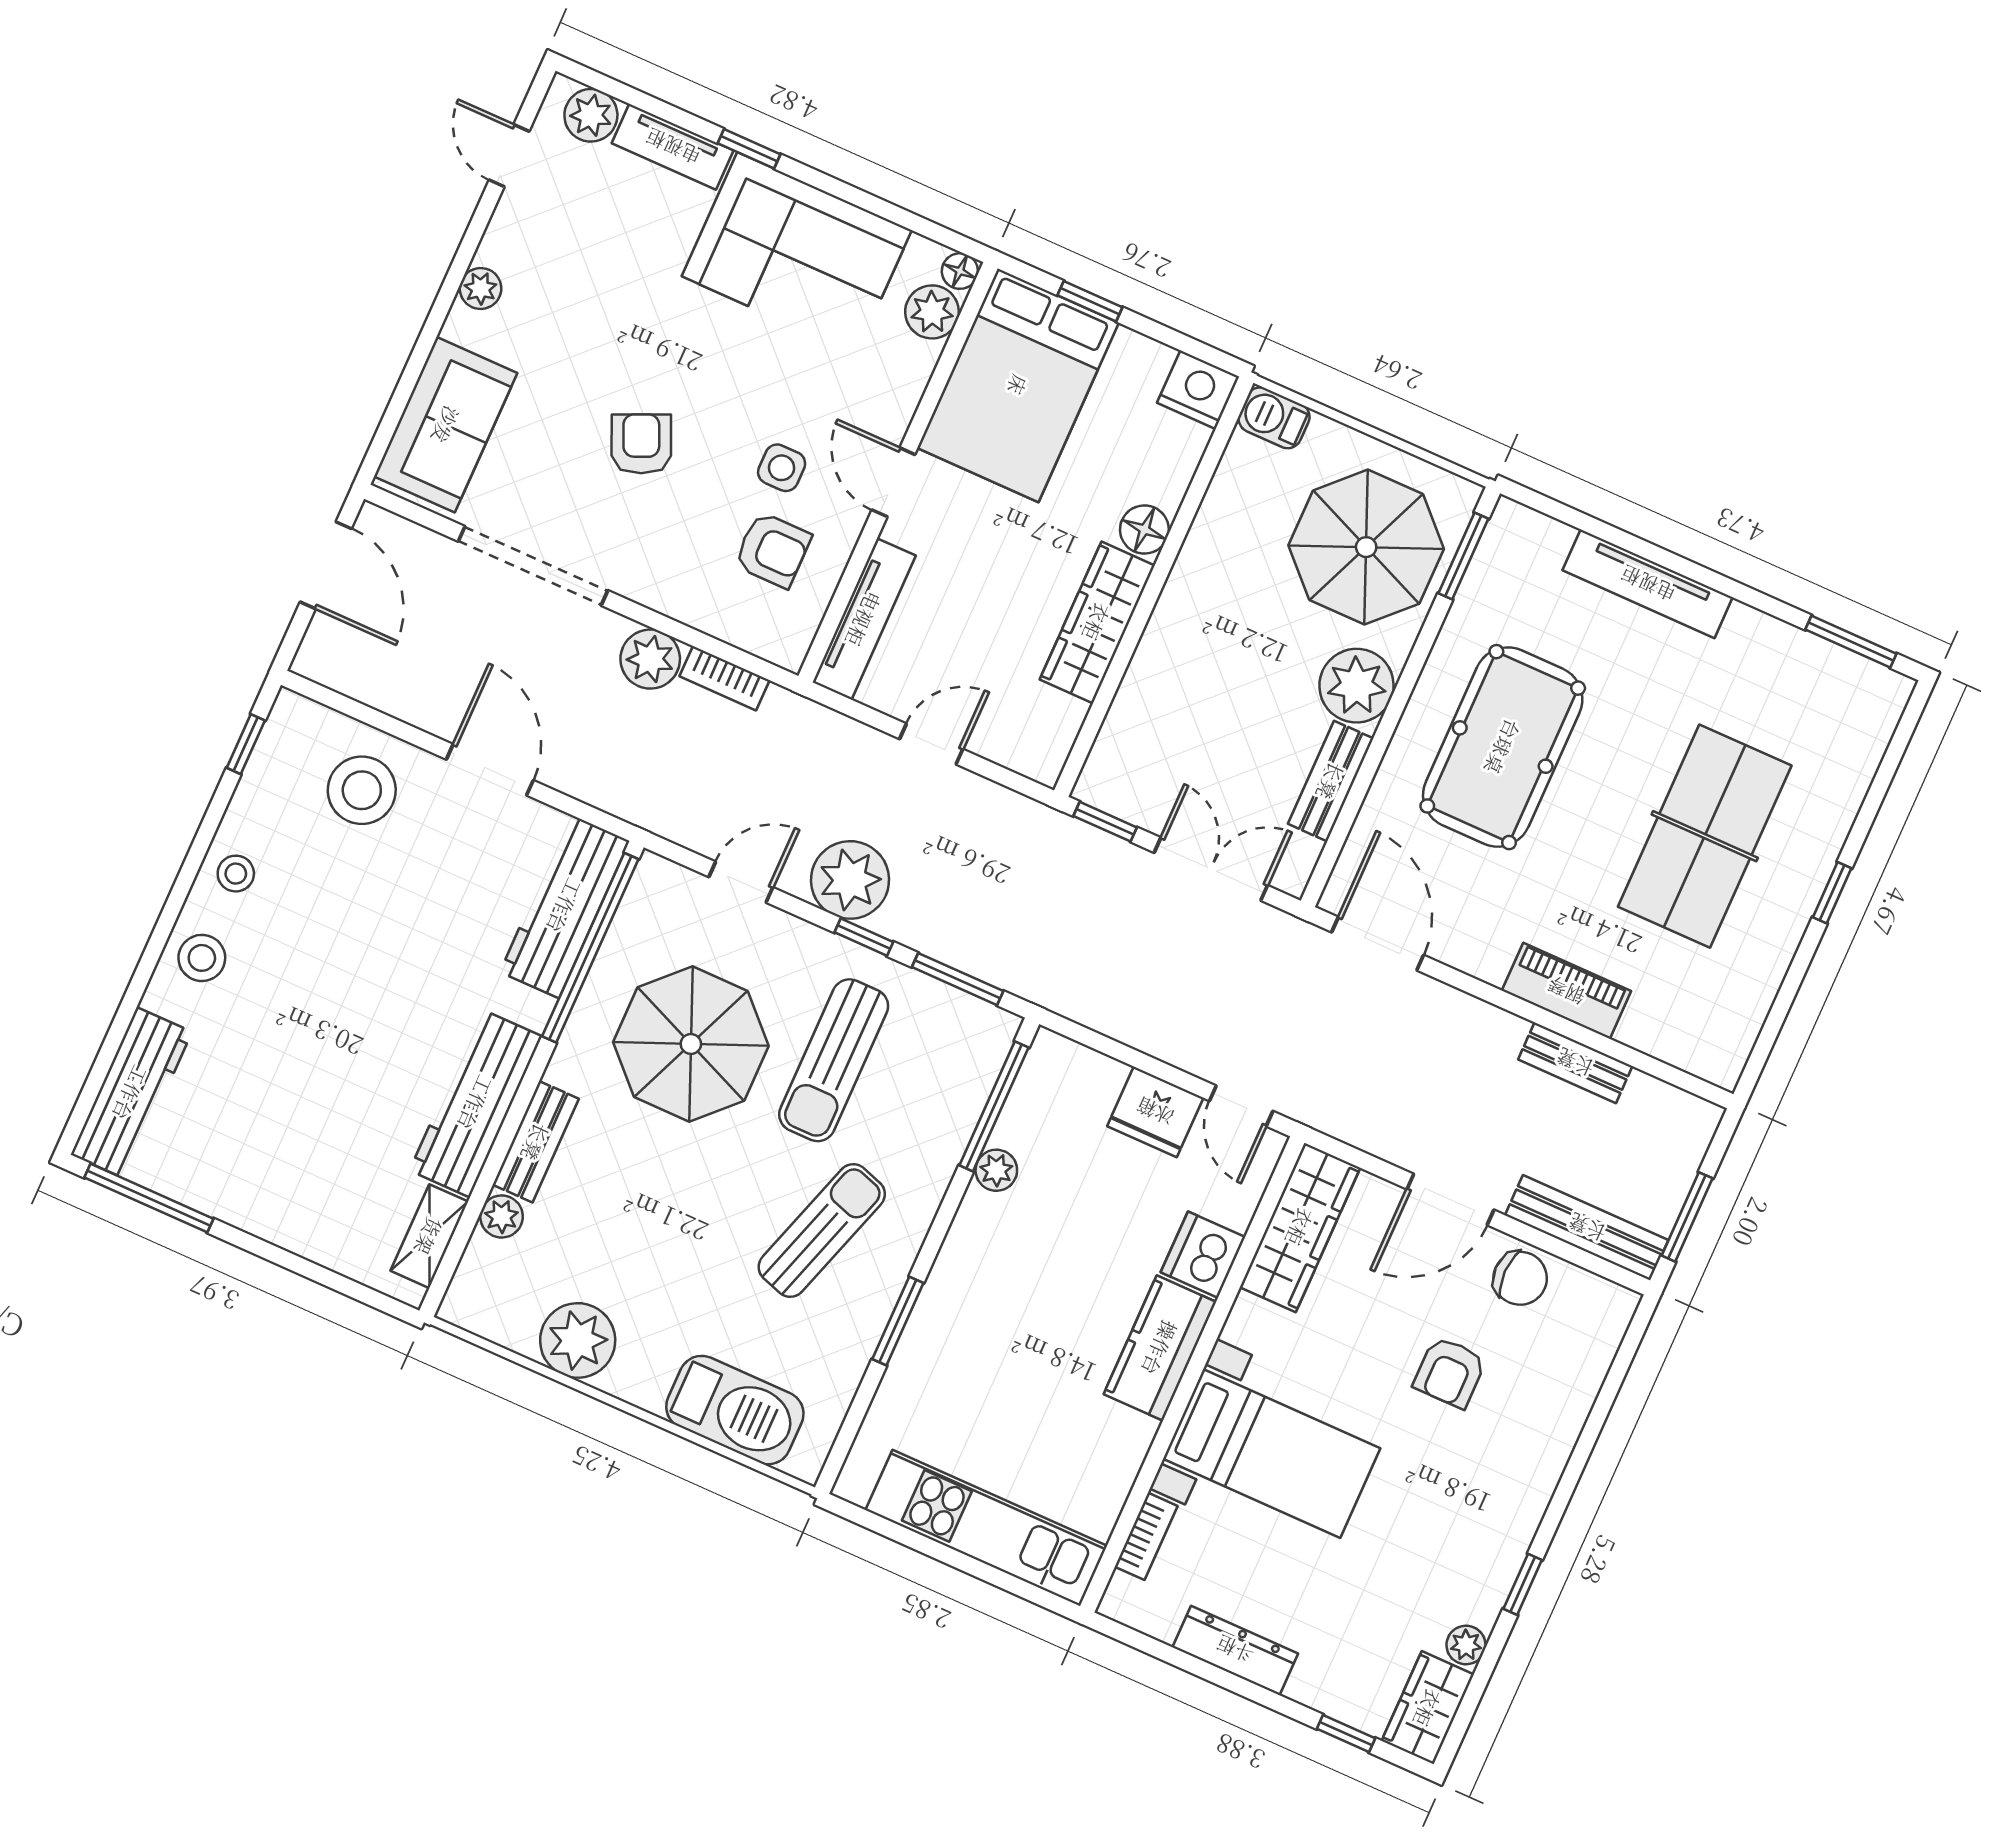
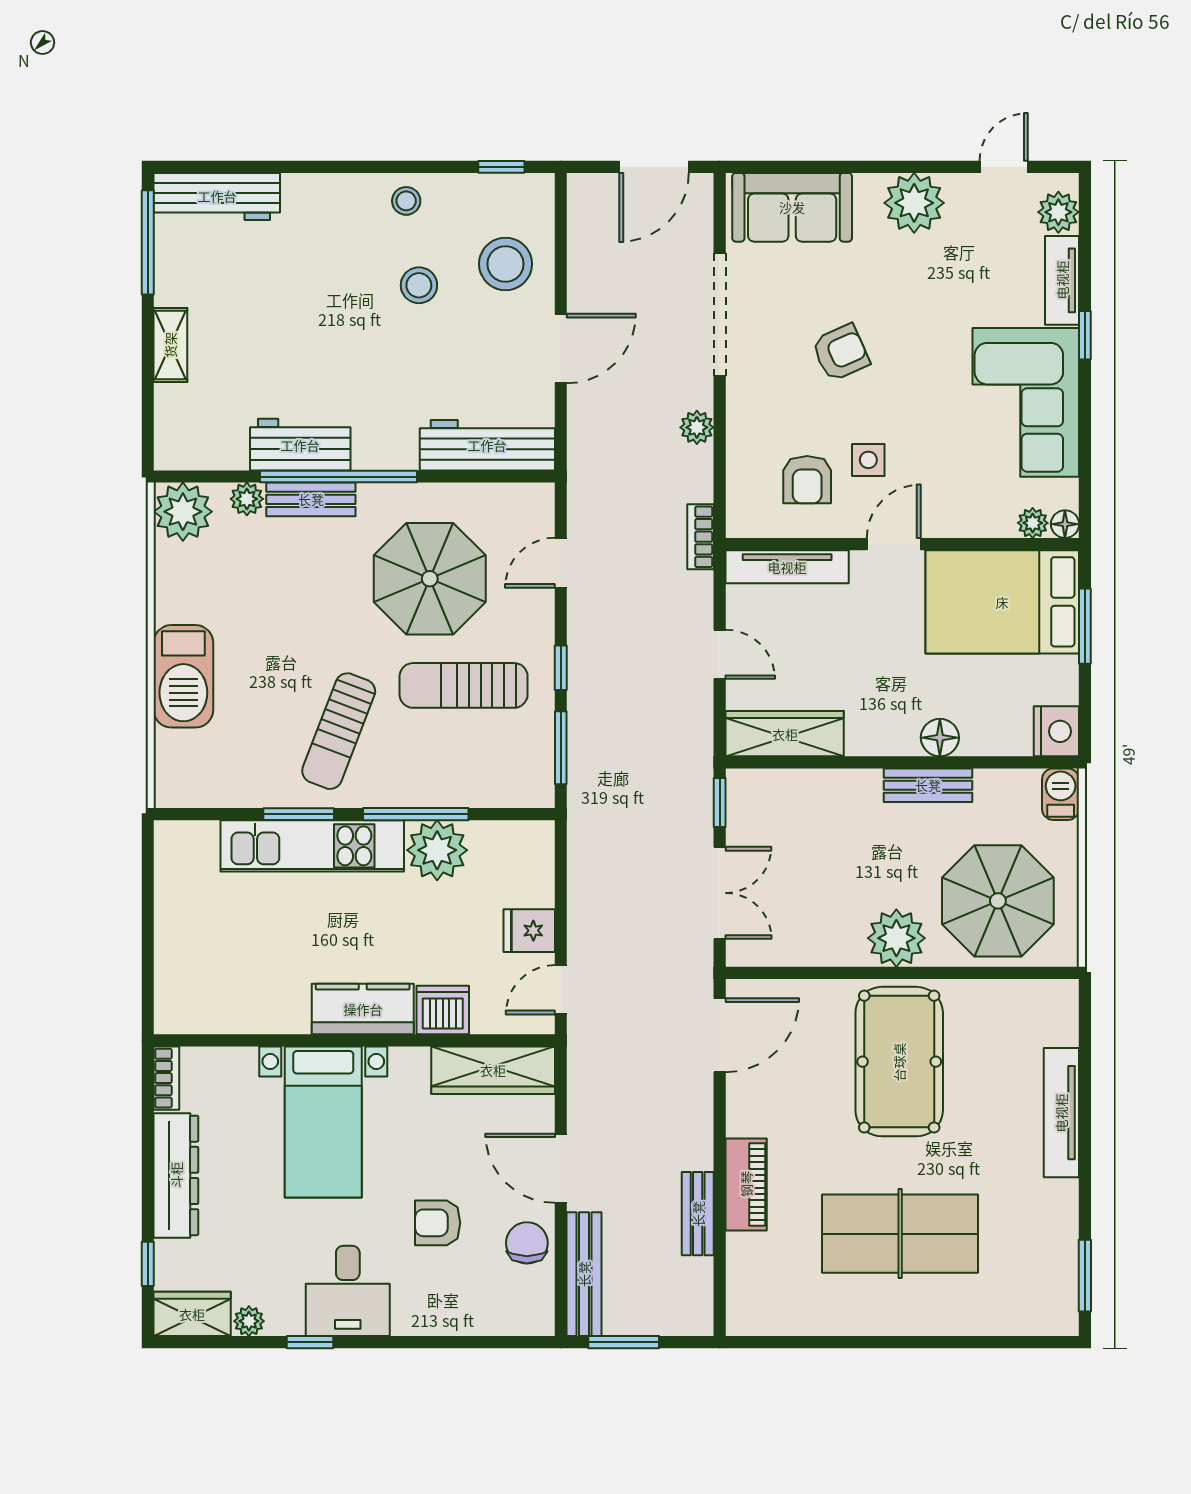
plant: (481, 288) -> (914, 203), width x1.87, depth x1.87
window: (1090, 301) -> (1085, 626), width x1.50
plant: (932, 312) -> (1033, 523), width x0.73, depth x0.73
window: (1463, 556) -> (1023, 973), removed
wardrobe: (1097, 622) -> (785, 734), moved
plant: (650, 659) -> (697, 427), width x0.73, depth x0.73
bookcase: (724, 678) -> (701, 537), moved
pool table: (1503, 747) -> (899, 1062), turned 90
bench: (1331, 781) -> (928, 785), moved
plant: (850, 880) -> (597, 640), removed
door: (741, 882) -> (561, 563), swing flipped
window: (1832, 893) -> (900, 1342), removed
window: (590, 948) -> (339, 477), moved
stool: (202, 958) -> (419, 285), moved
workbench: (476, 1103) -> (300, 445), width x0.73
window: (994, 1106) -> (416, 814), moved
fridge: (1155, 1112) -> (529, 931), width x0.72
plant: (996, 1170) -> (437, 850), width x1.88, depth x1.88
sun lounger: (822, 1230) -> (339, 731), turned 93
shelving: (429, 1236) -> (170, 345), moved, turned 90
chair: (1520, 1278) -> (527, 1243), turned 180
plant: (578, 1340) -> (183, 512), moved
barbecue: (735, 1410) -> (183, 676), moved
desk: (1482, 1513) -> (348, 1291), added
kitchen unit: (986, 1528) -> (312, 846), moved, turned 90
bookcase: (1146, 1536) -> (166, 1078), moved, turned -90
dresser: (1235, 1650) -> (176, 1175), width x1.37, depth x1.24

